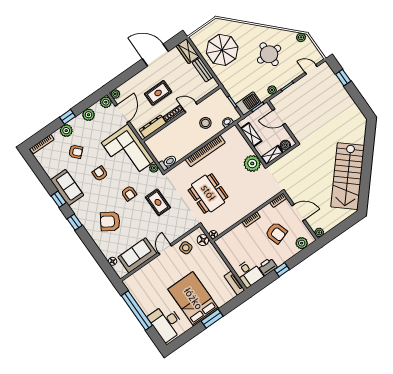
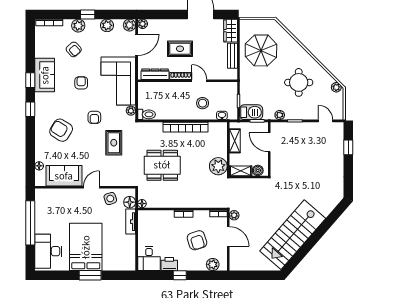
dining table: (208, 193) -> (162, 165), turned 90
plant: (319, 232) -> (234, 215), moved
tv unit: (234, 283) -> (131, 222), moved

